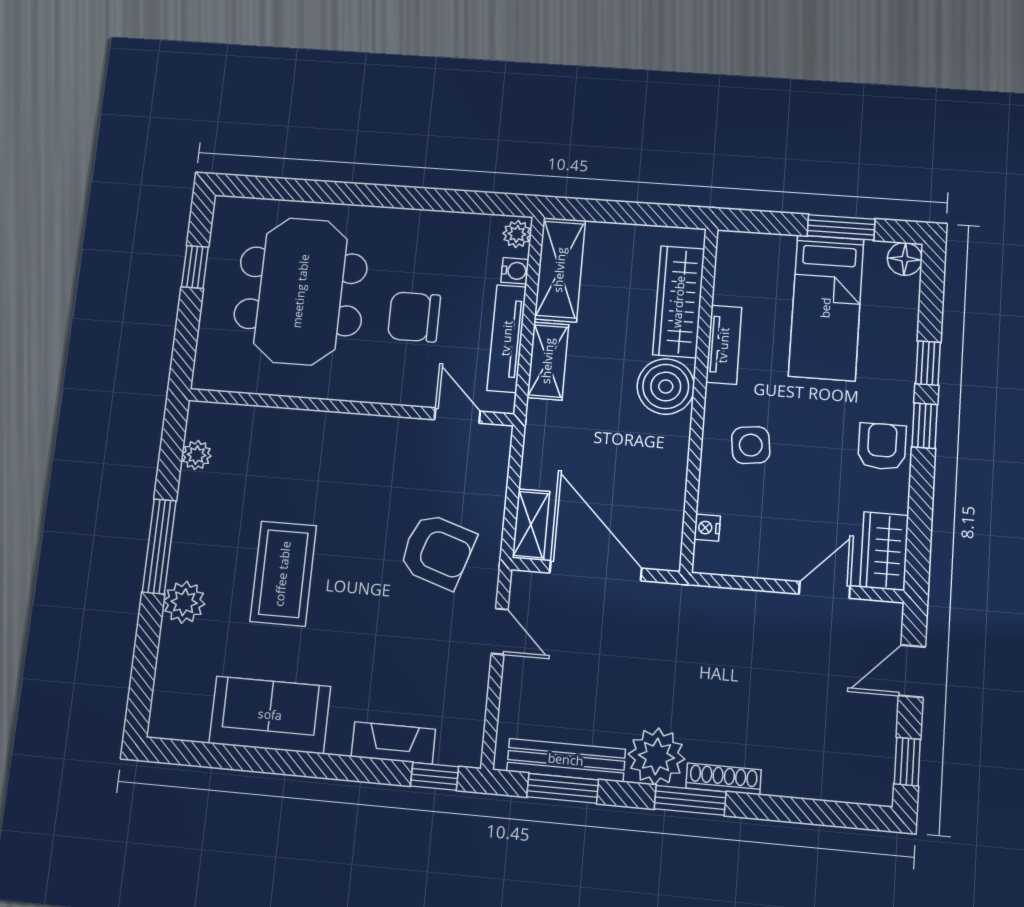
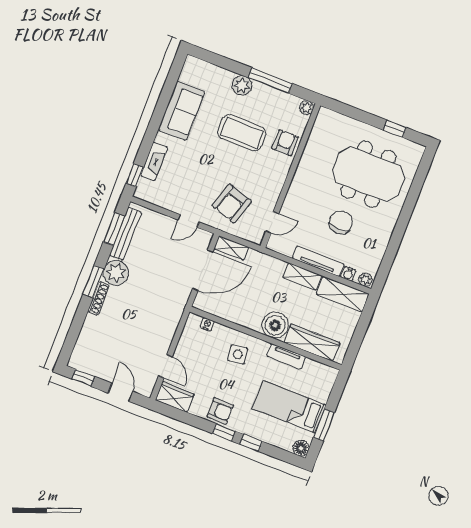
wall: (350, 407) -> (290, 176), moved
door: (457, 415) -> (272, 222), moved
armchair: (281, 478) -> (285, 143), added

